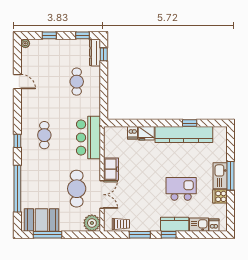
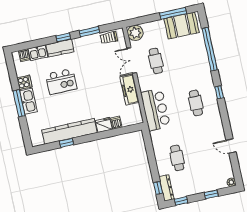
freezer: (111, 169) -> (129, 90), width x1.40
cafe table: (77, 189) -> (156, 61), width x0.73, depth x0.74

